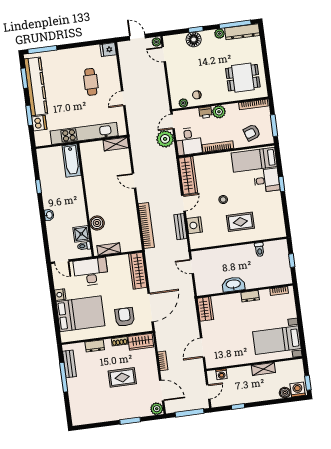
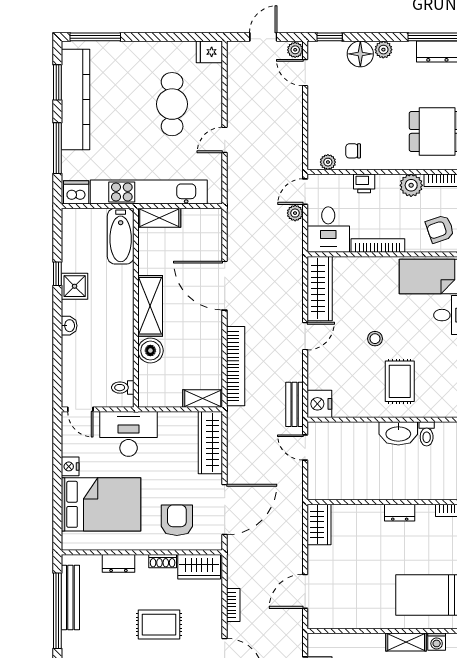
window: (196, 29) -> (330, 37), moved
plant: (219, 34) -> (383, 50), moved
door: (137, 37) -> (263, 37), hinge flipped
cafe table: (91, 82) -> (172, 104), width x1.37, depth x1.35
plant: (219, 112) -> (411, 185), moved
window: (29, 115) -> (57, 148), width x1.44
dishwasher: (39, 123) -> (76, 192), moved, turned -90
plant: (165, 139) -> (295, 213), width x0.53, depth x0.53
shelving: (116, 144) -> (159, 218), moved
door: (134, 181) -> (225, 286), width x1.88
shelving: (93, 198) -> (150, 306), added
rug: (240, 222) -> (400, 381), turned 90
nightstand: (195, 225) -> (319, 404), moved
bench: (180, 227) -> (295, 404), moved
shower: (81, 234) -> (75, 286), moved
shelving: (109, 249) -> (203, 399), moved
washbasin: (233, 284) -> (398, 433), moved, turned 180
bench: (69, 364) -> (70, 598), width x1.36
washing machine: (221, 374) -> (437, 642), moved
window: (64, 377) -> (57, 611), width x1.46

